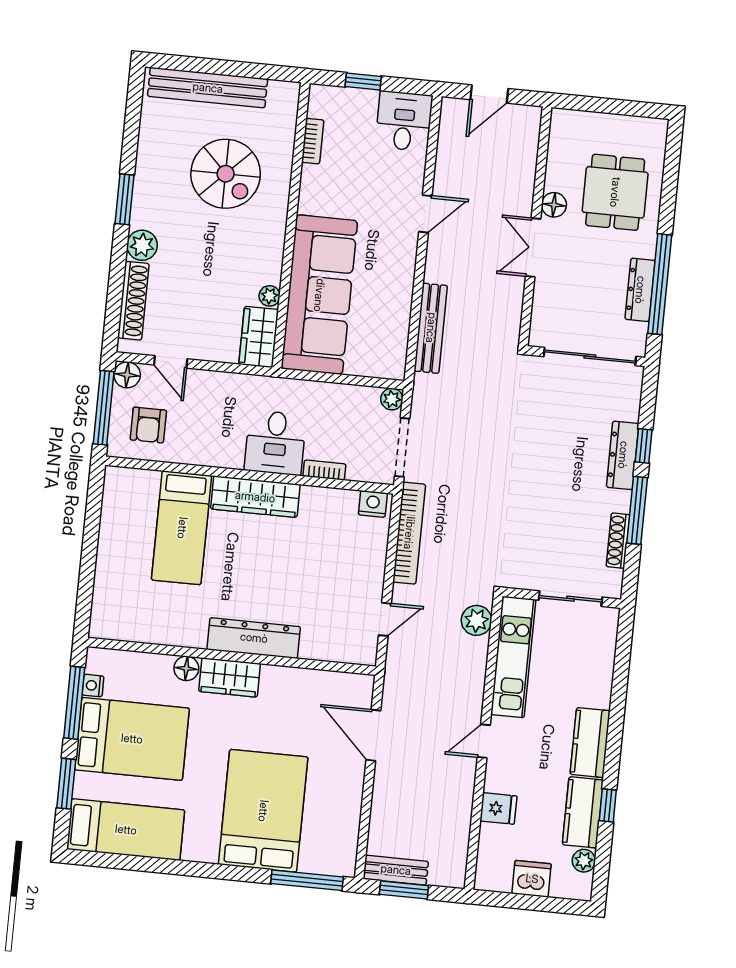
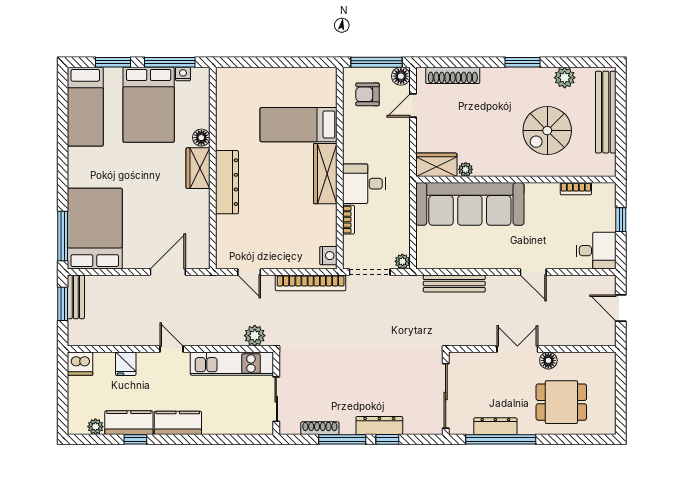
plant: (142, 245) -> (565, 78), moved
bed: (263, 811) -> (95, 229), moved, turned -90
dishwasher: (532, 879) -> (80, 364), moved, turned 90

